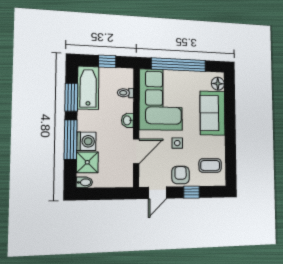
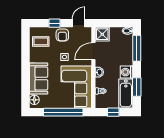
window: (71, 140) -> (137, 48), moved
washing machine: (86, 141) -> (127, 72), moved
shower: (87, 162) -> (102, 34), moved

